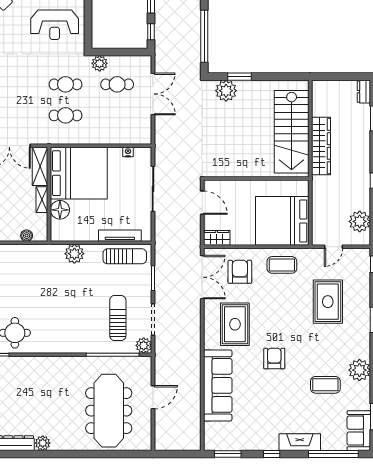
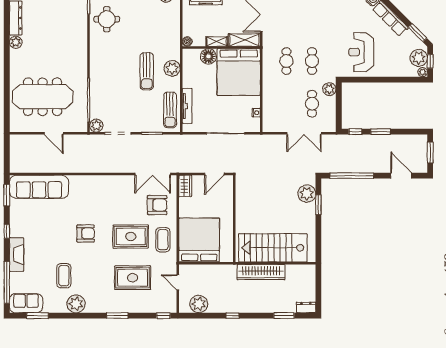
boiler: (27, 236) -> (187, 42), moved
sun lounger: (118, 318) -> (147, 71), moved, turned 90
rug: (235, 324) -> (131, 237), moved
sofa: (218, 385) -> (39, 187), moved

